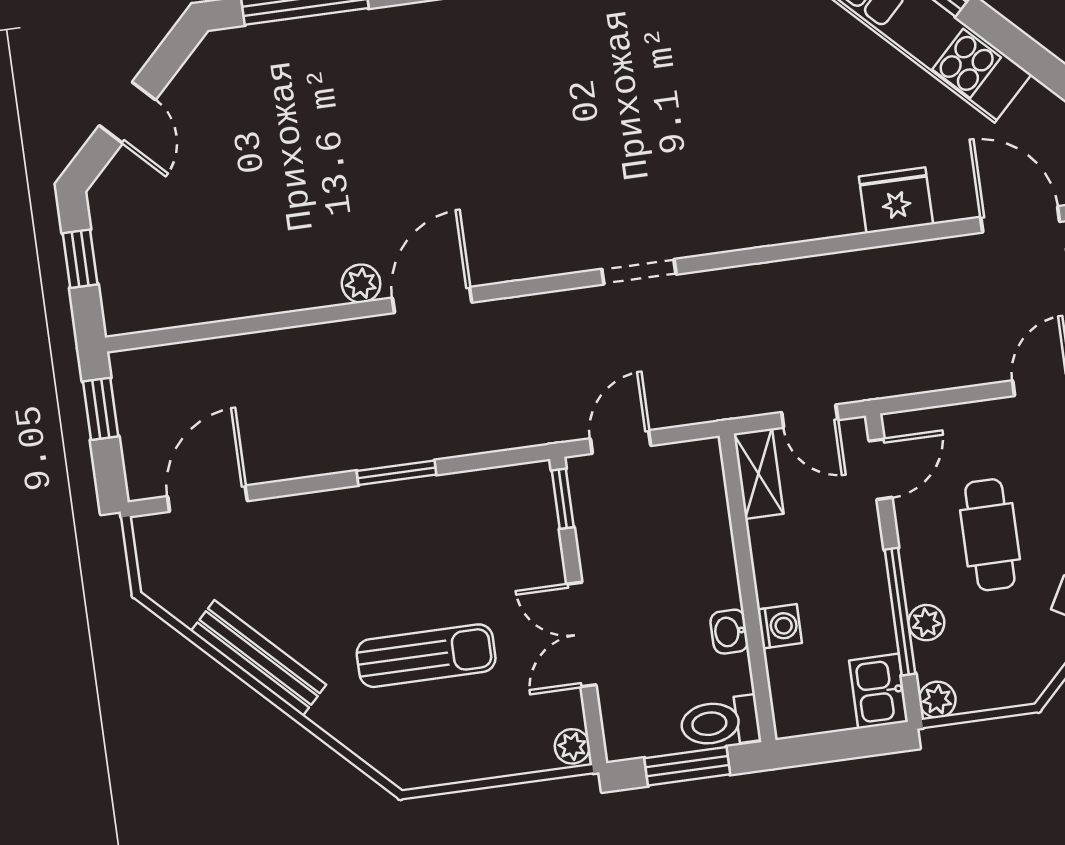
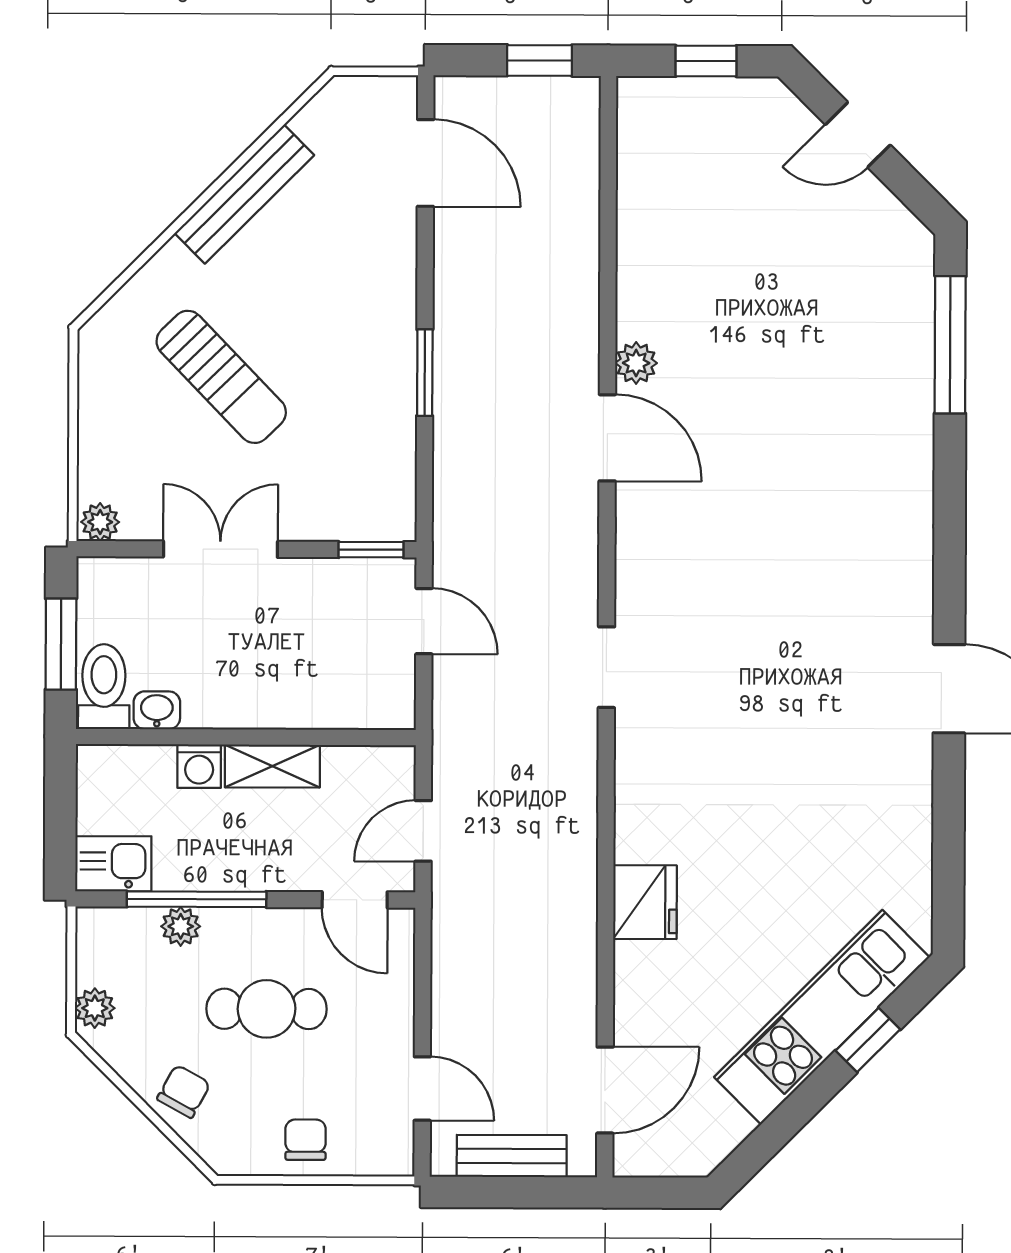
fridge: (896, 200) -> (645, 902), moved
shelving: (759, 474) -> (272, 766), moved
washbasin: (729, 632) -> (157, 710), moved
sun lounger: (426, 656) -> (221, 377), turned -44
plant: (937, 700) -> (95, 1008), moved

